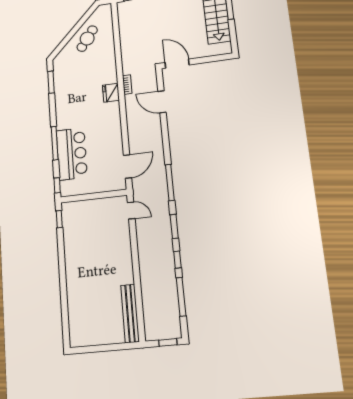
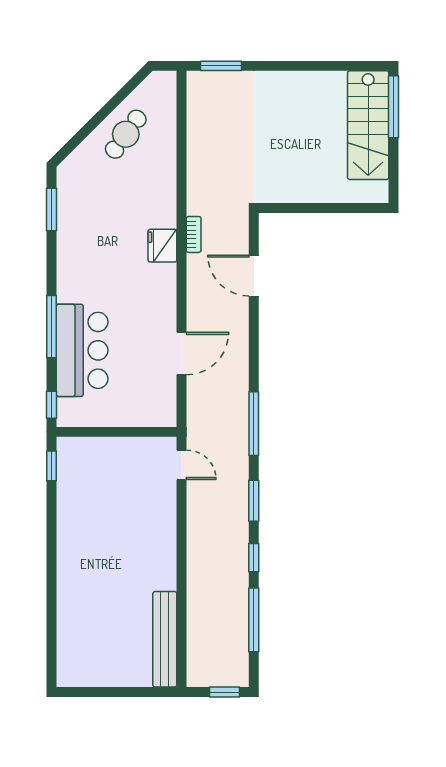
door: (177, 64) -> (288, 208), removed
door: (128, 166) -> (182, 354), moved

